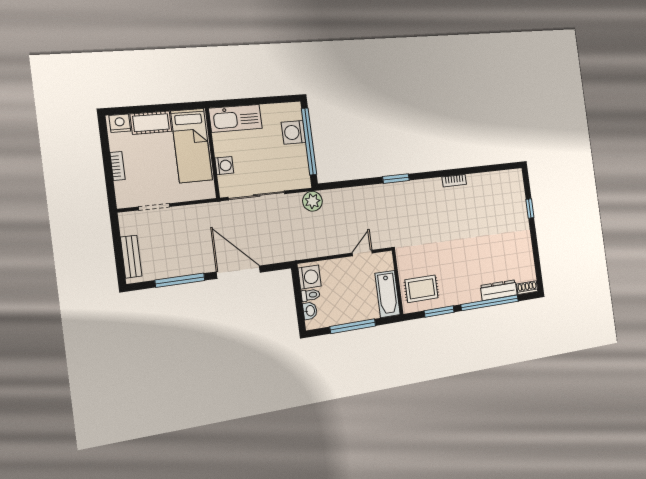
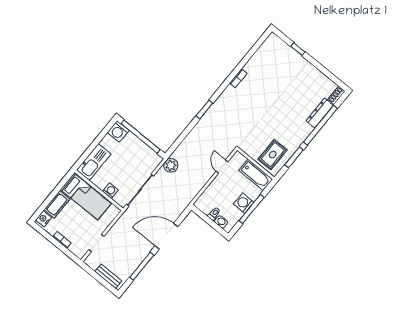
washing machine: (294, 132) -> (118, 131), moved
washing machine: (310, 277) -> (244, 203), moved, turned -90

